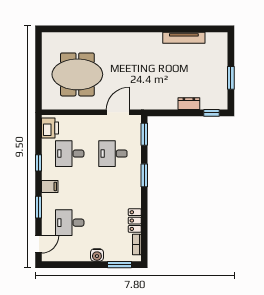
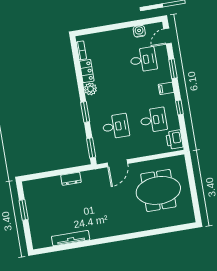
dresser: (189, 104) -> (71, 179), moved
window: (211, 113) -> (35, 176), removed
plant: (134, 200) -> (90, 89), added
water cooler: (97, 255) -> (139, 31), moved
window: (120, 265) -> (94, 30), removed

